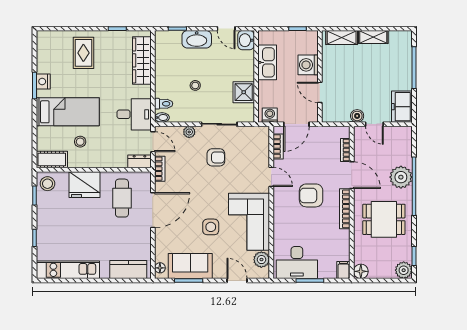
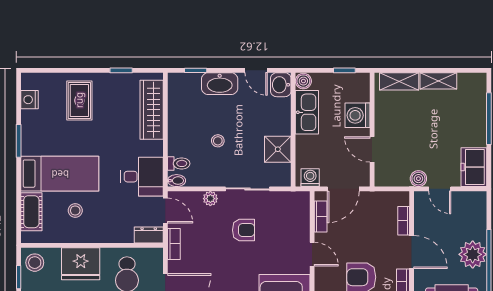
boiler: (264, 37) -> (303, 81), added
nightstand: (43, 82) -> (30, 100), moved
cot: (52, 160) -> (31, 212), moved, turned 90

